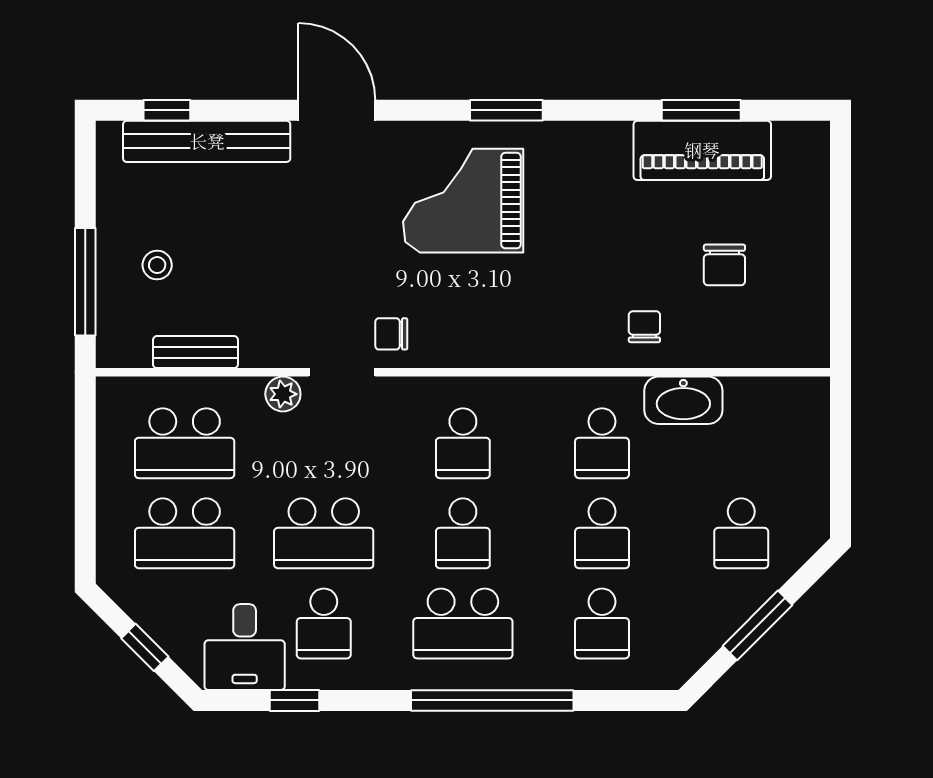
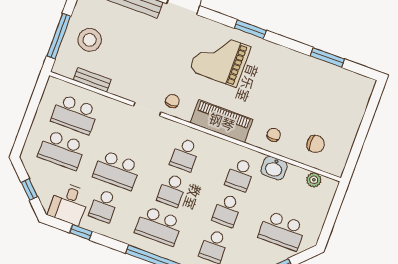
piano: (702, 150) -> (222, 121), moved, turned 180
stool: (157, 265) -> (90, 40), width x1.89, depth x1.89
chair: (724, 265) -> (316, 144), moved, turned -90
chair: (391, 334) -> (172, 101), turned 90
plant: (283, 394) -> (314, 180), moved
washbasin: (683, 400) -> (274, 168), width x0.72
school desk: (741, 533) -> (282, 231), width x1.85

